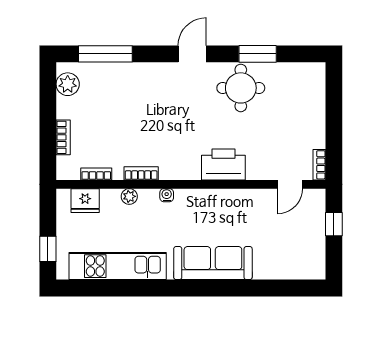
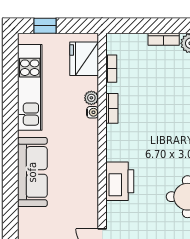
bookcase: (63, 137) -> (164, 39), moved
water cooler: (167, 195) -> (93, 112), moved
fridge: (85, 201) -> (84, 59), width x1.36, depth x1.34

